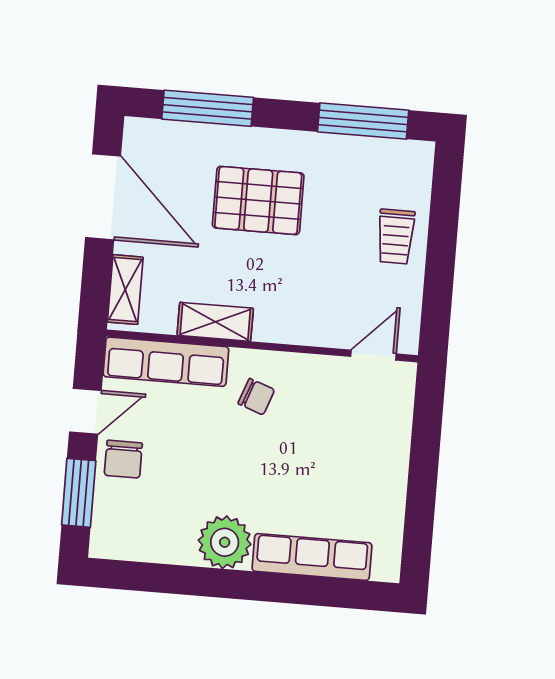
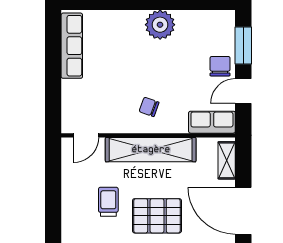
trolley: (396, 237) -> (108, 202), moved
shelving: (215, 322) -> (151, 150), width x2.20, depth x1.33
row of seats: (166, 362) -> (212, 122), width x0.68
row of seats: (312, 557) -> (72, 46), moved, turned -90

